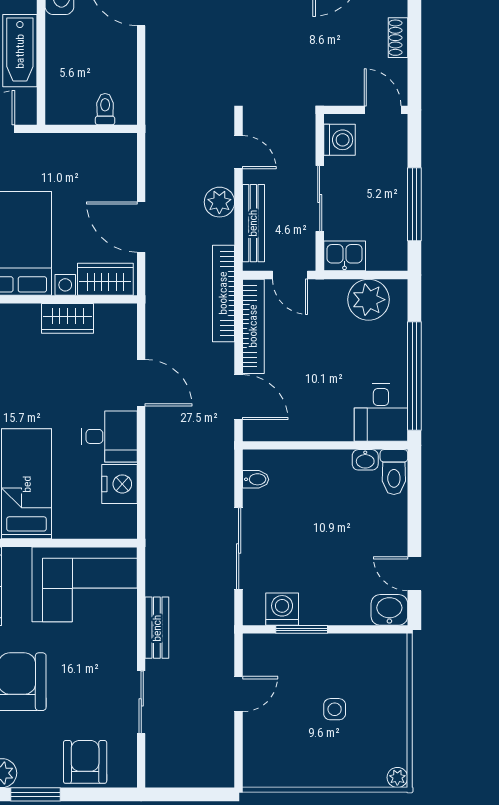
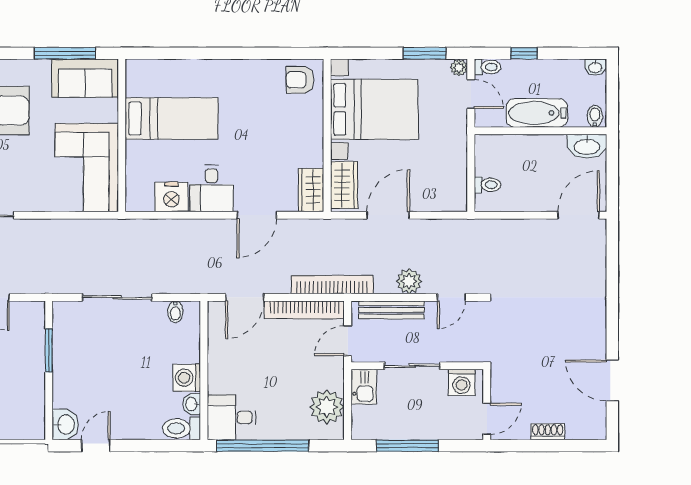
wardrobe: (68, 318) -> (311, 190), moved
washing machine: (282, 609) -> (187, 378), moved, turned 180
bench: (157, 628) -> (50, 229), removed

